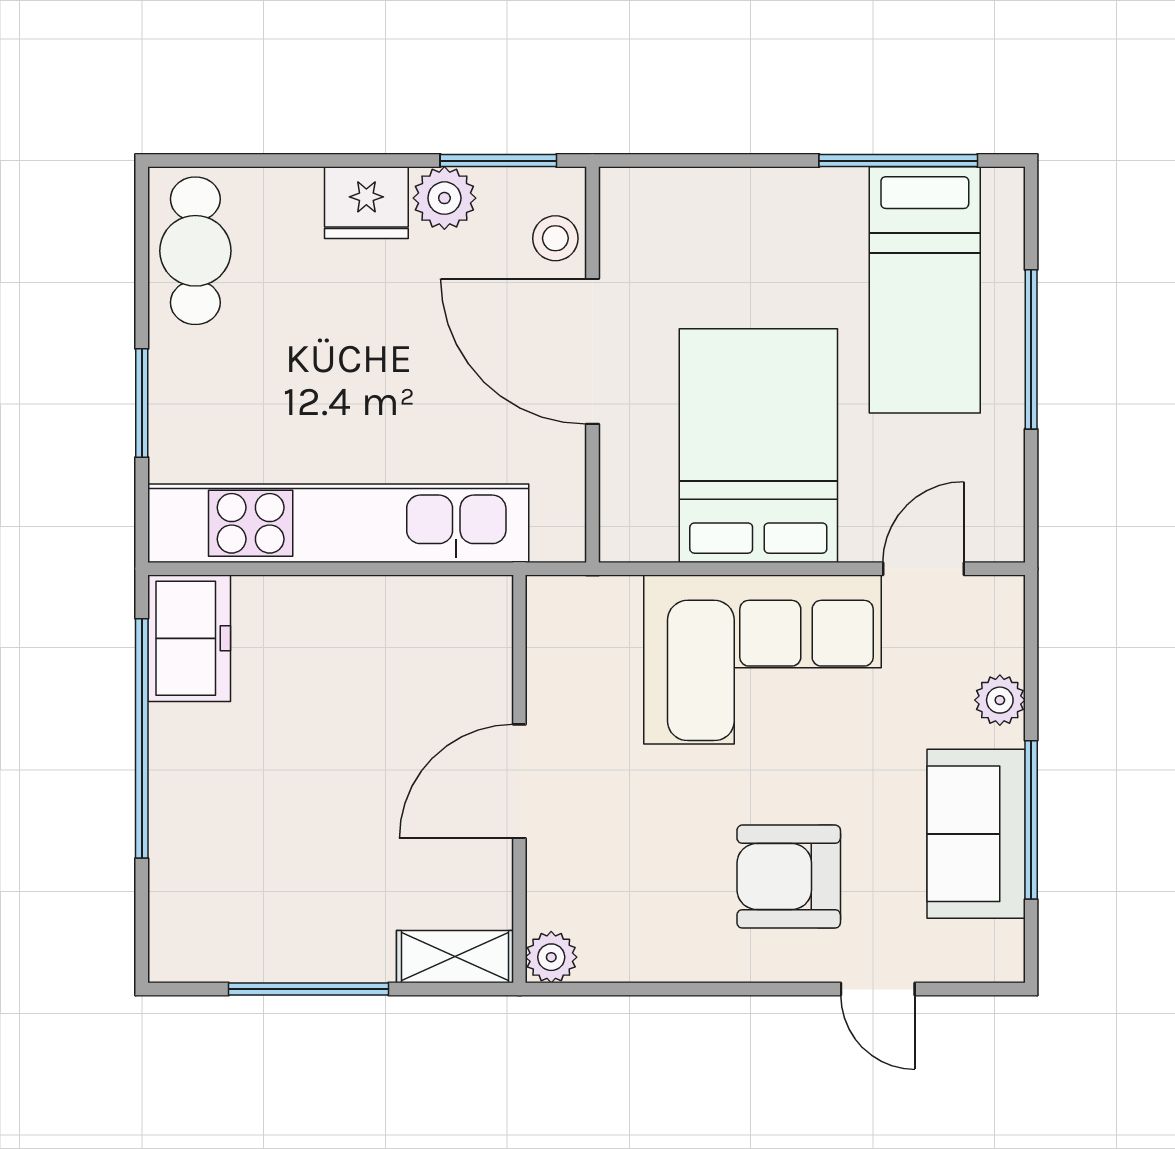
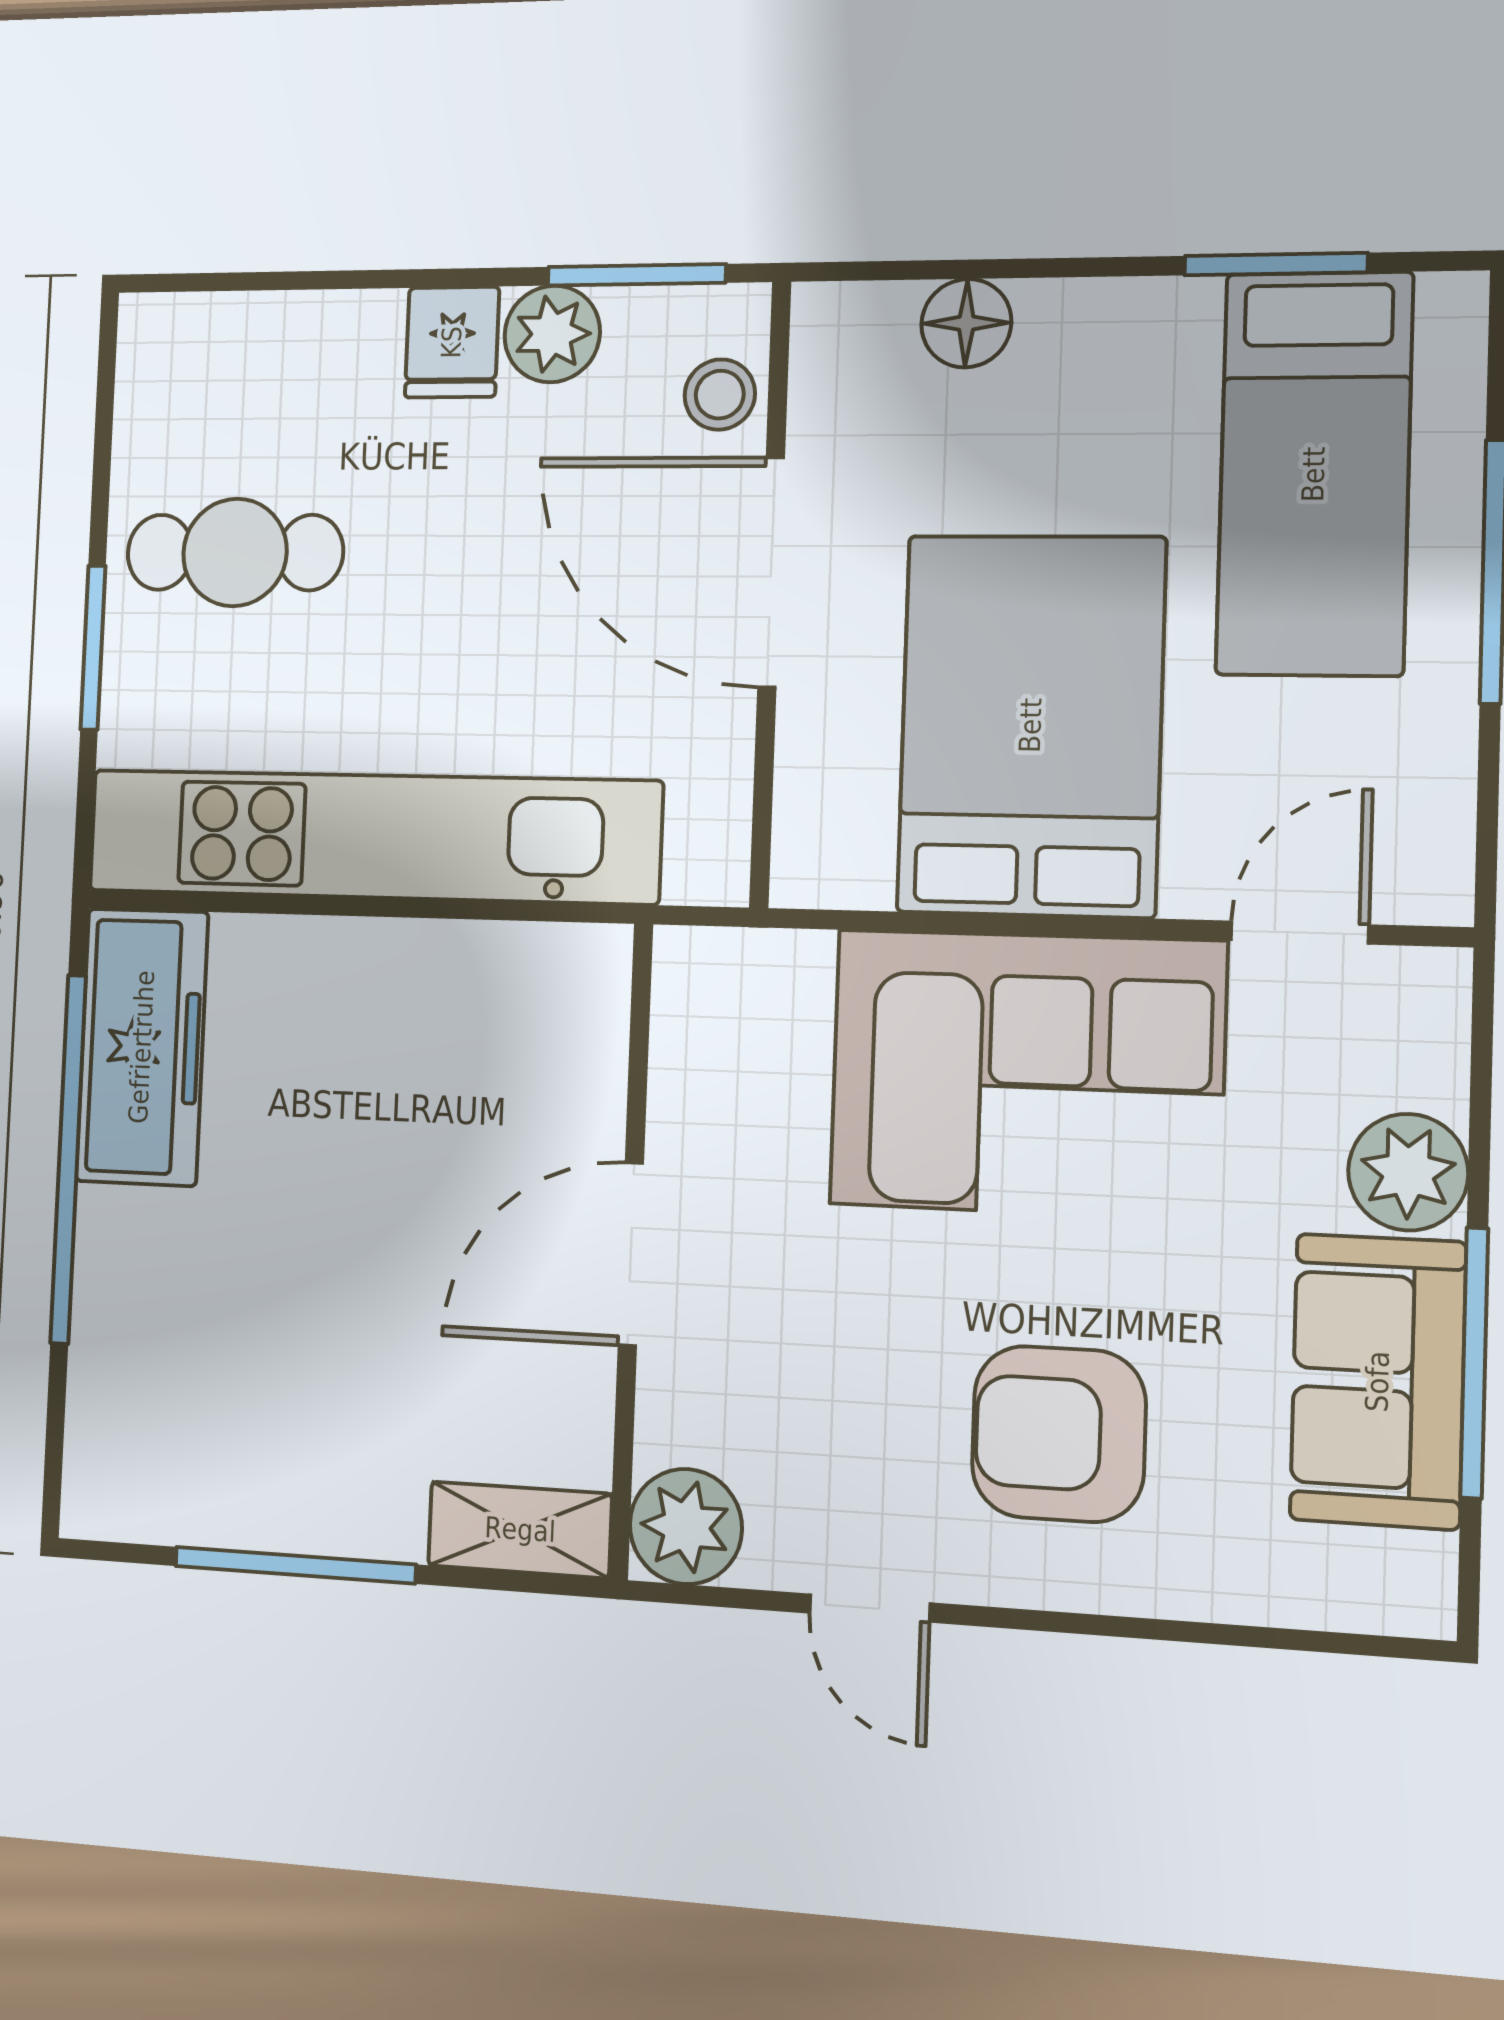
window: (898, 161) -> (1276, 264), width x0.69
floor lamp: (710, 195) -> (966, 323), added
fridge: (366, 203) -> (452, 342), width x0.72
cafe table: (195, 251) -> (235, 552), moved, turned 90
freezer: (189, 638) -> (142, 1047), width x1.40
plant: (1000, 700) -> (1408, 1172), width x1.38, depth x1.38
plant: (551, 957) -> (686, 1527), width x1.38, depth x1.38
door: (878, 989) -> (870, 1608), moved

